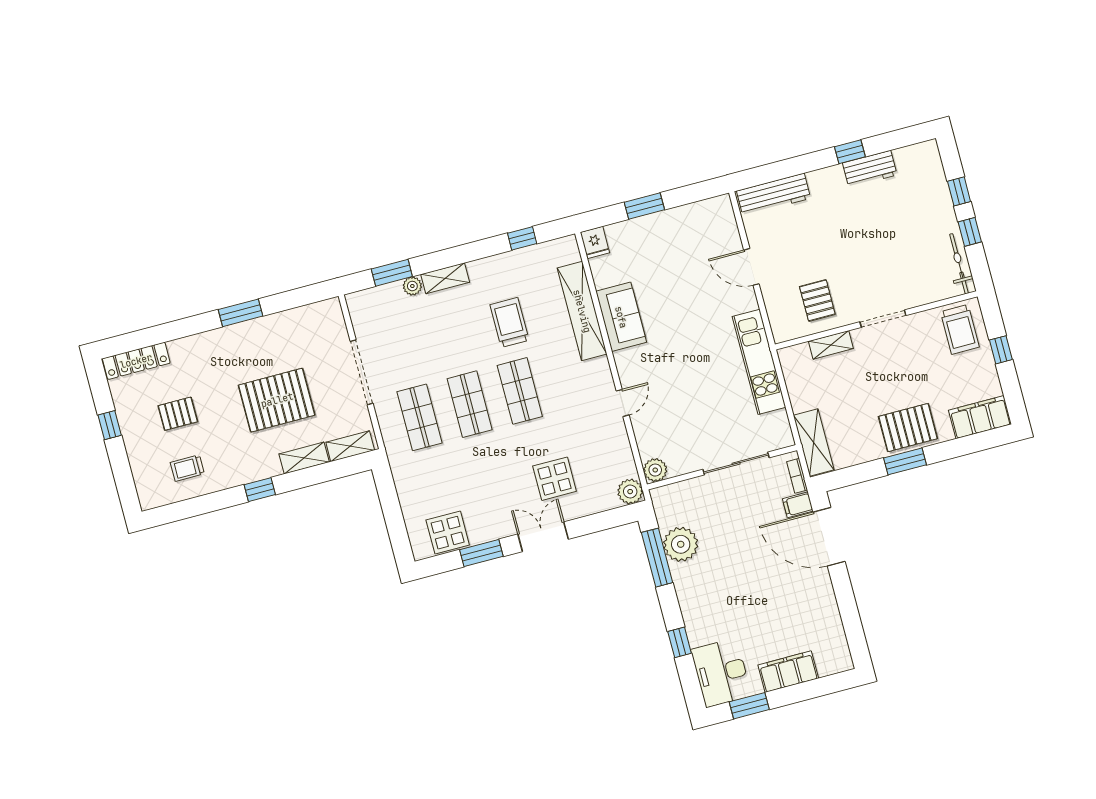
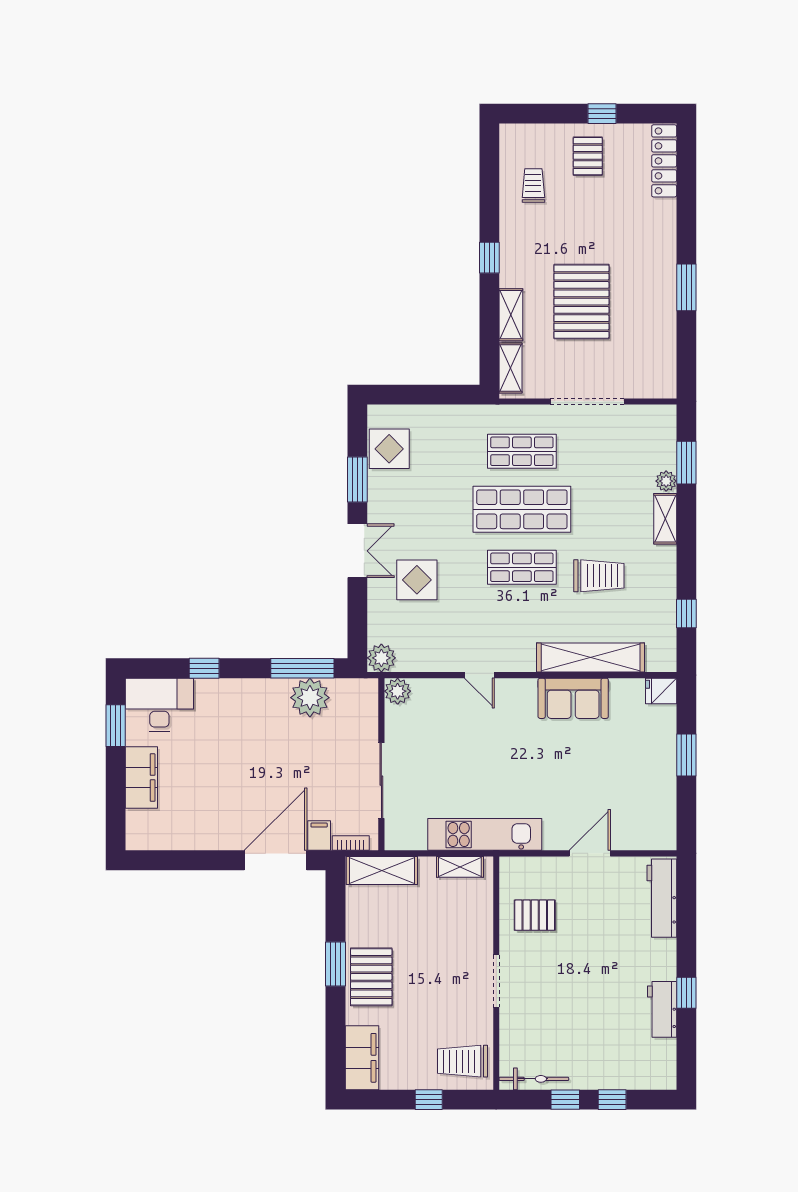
shelving: (831, 345) -> (460, 867), moved, turned 90
shop shelf: (470, 404) -> (522, 509), width x1.43, depth x1.36
pallet: (178, 414) -> (588, 156), moved

